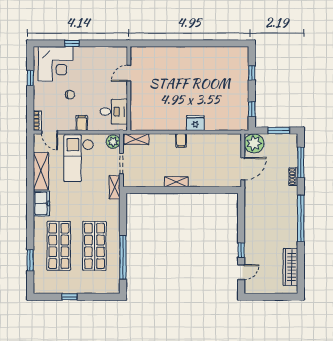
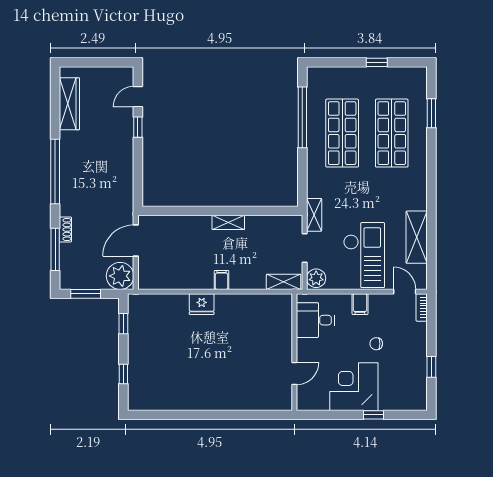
corner desk: (56, 64) -> (354, 387), moved
freezer: (41, 203) -> (416, 192), removed

